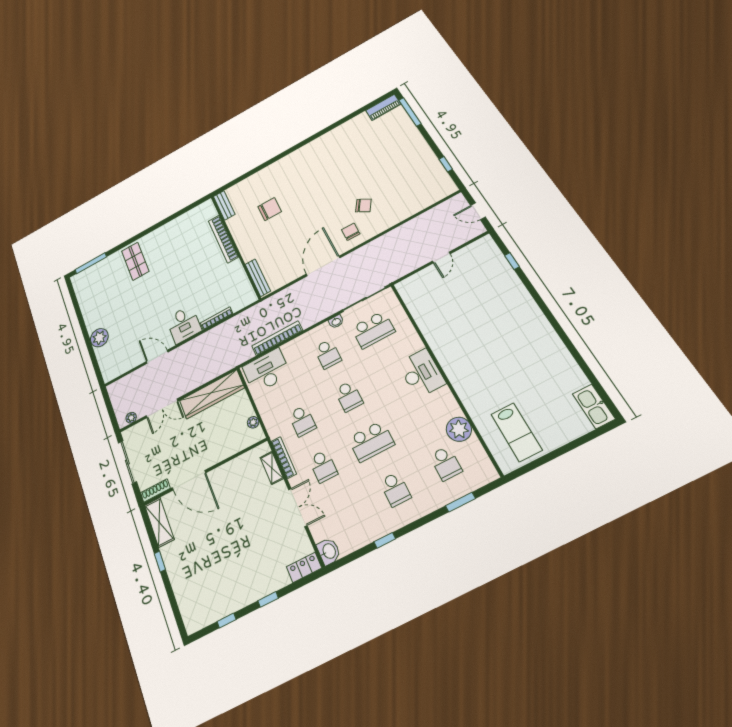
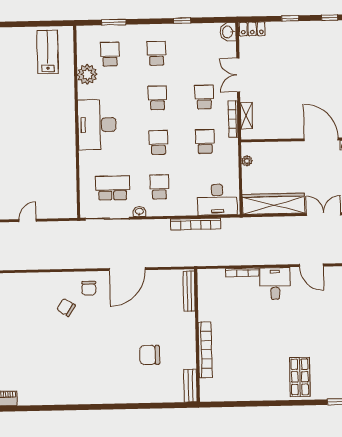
desk: (421, 373) -> (97, 125), width x1.36, depth x1.30
school desk: (371, 441) -> (157, 98), width x0.54

